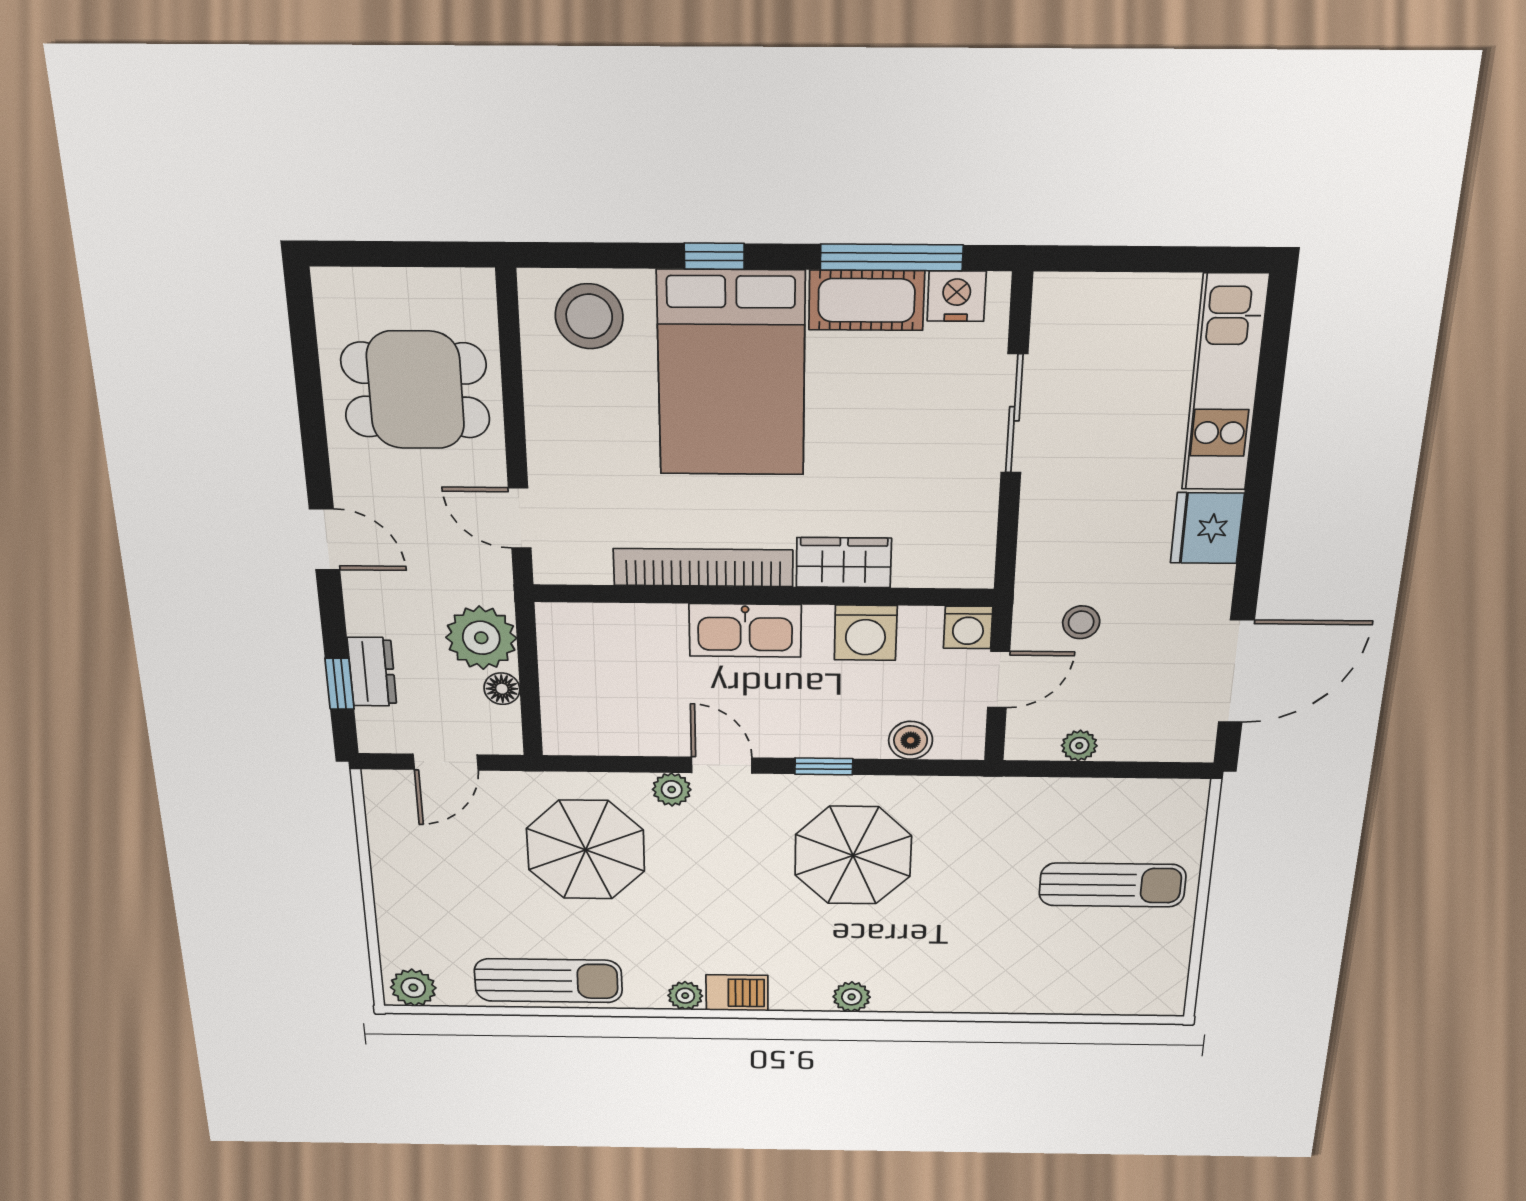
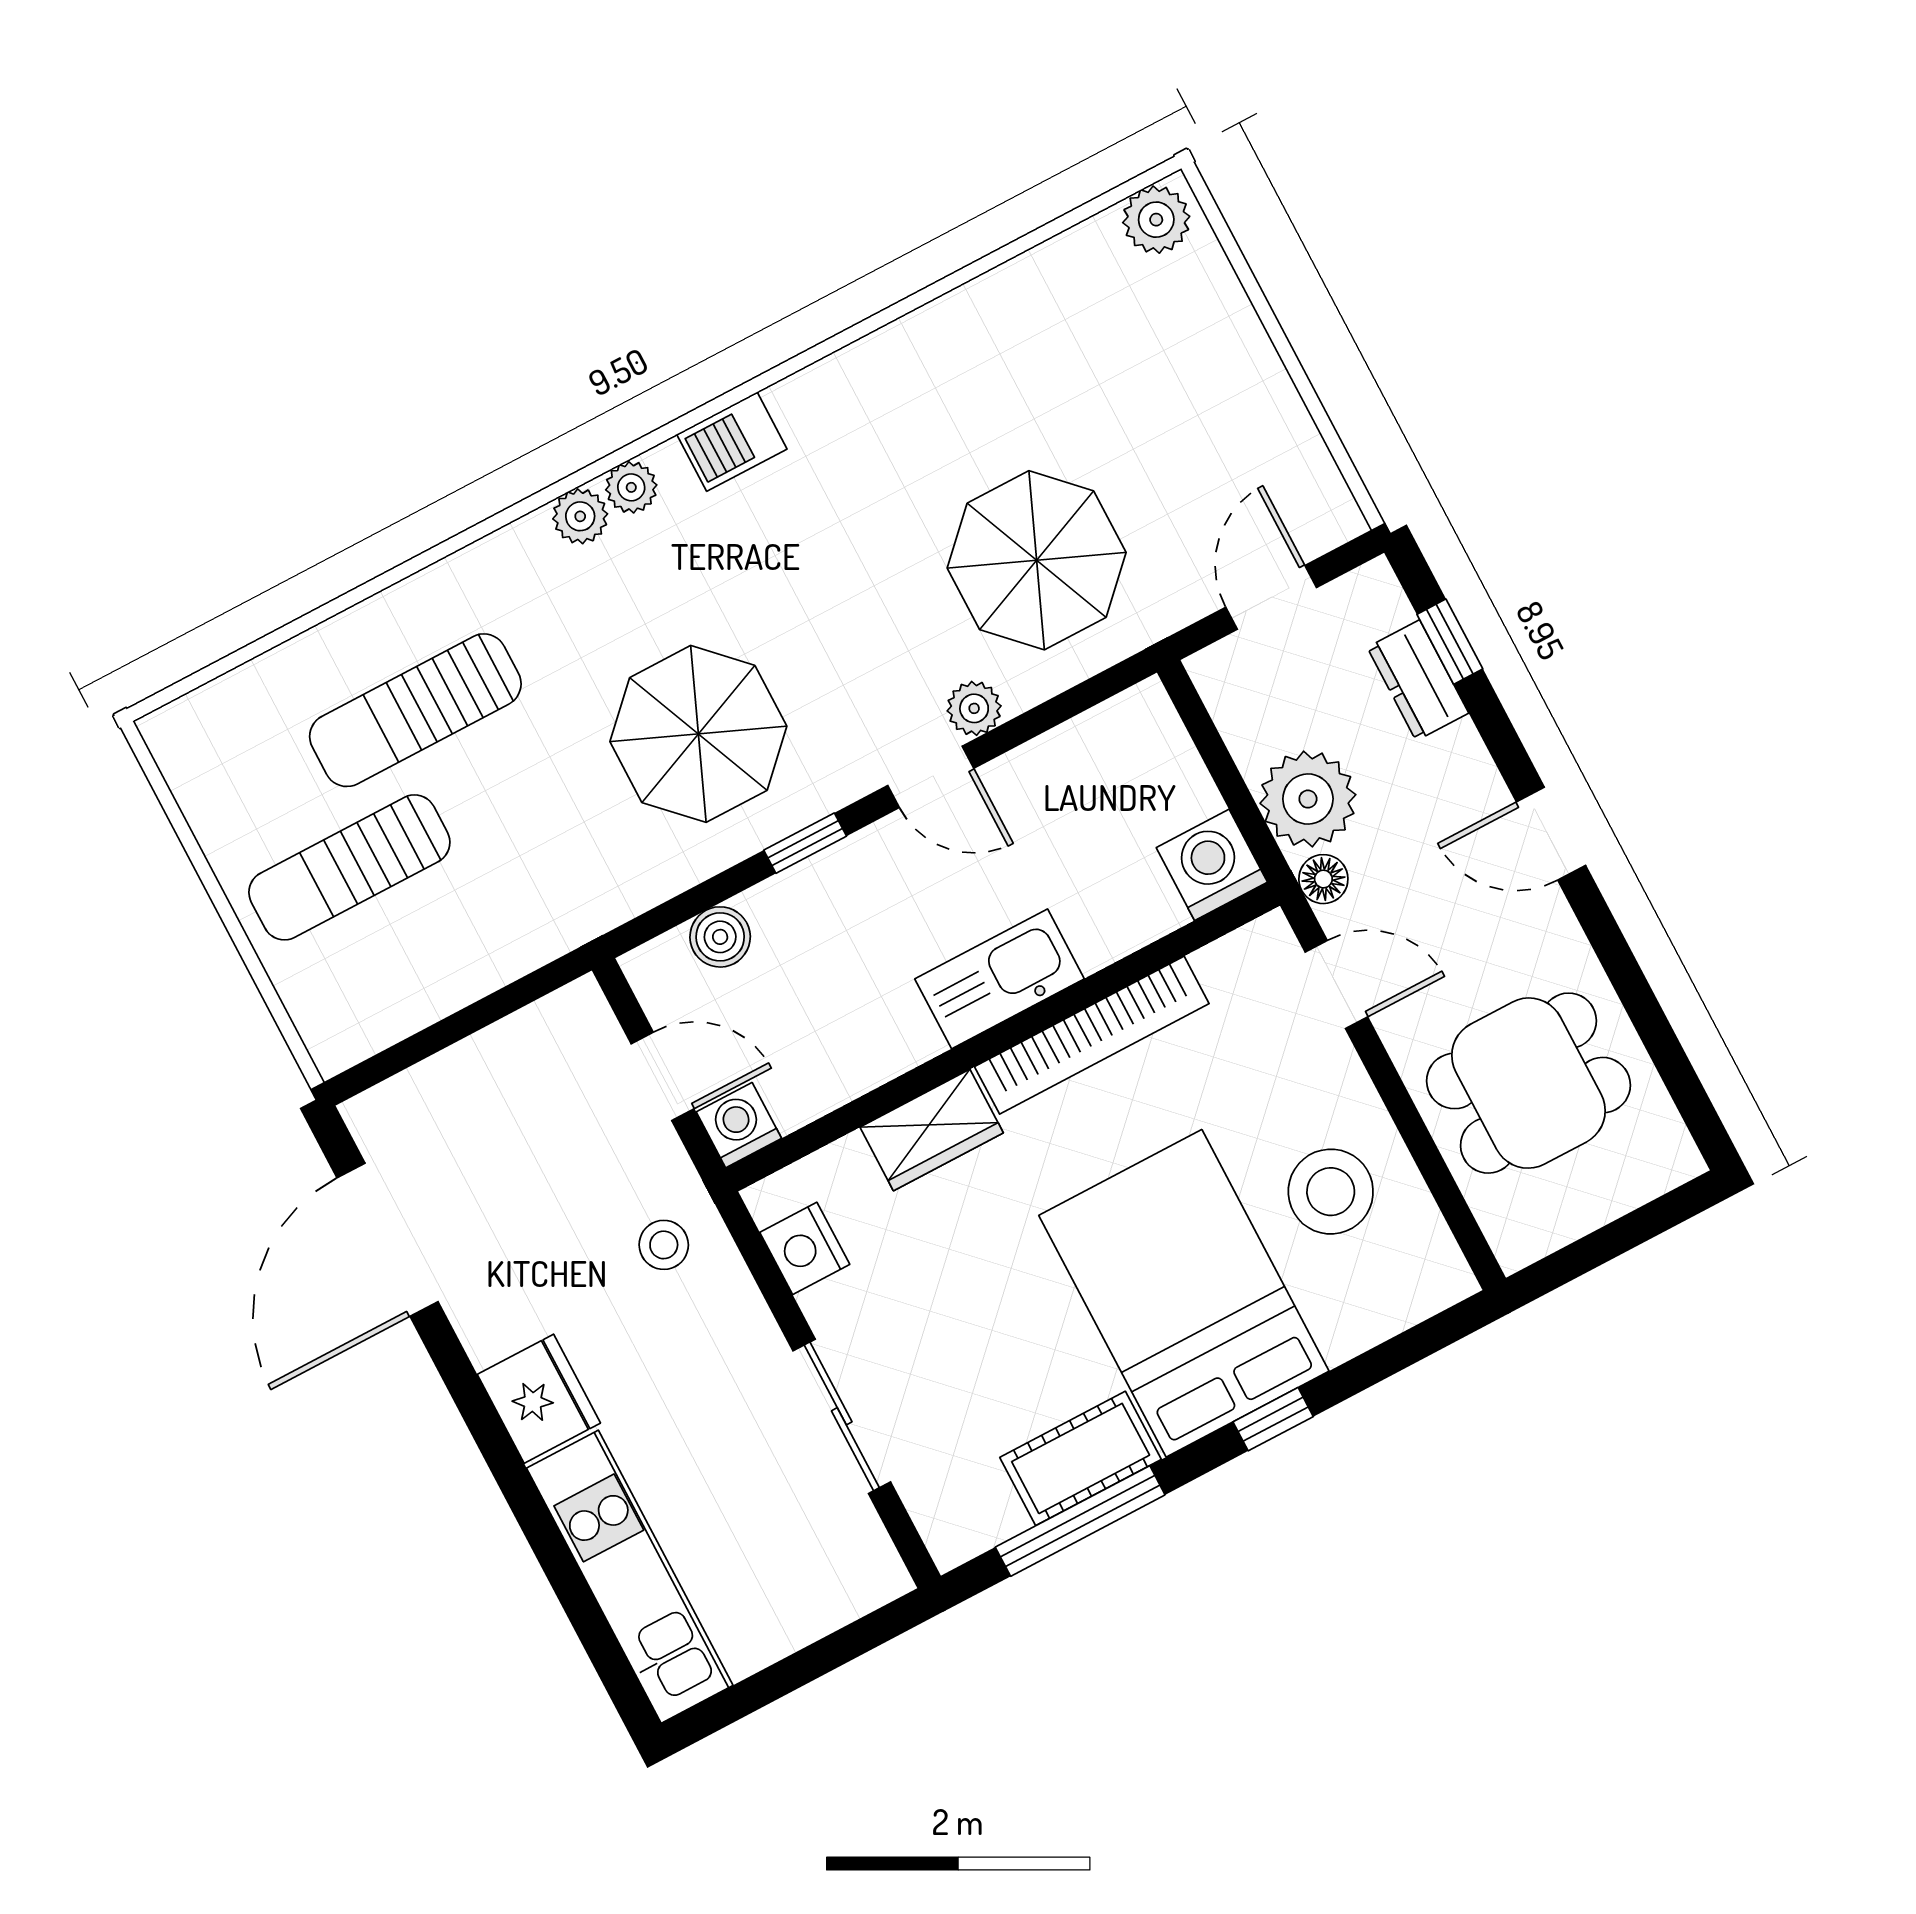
nightstand: (957, 296) -> (805, 1248), moved, turned 90
stool: (589, 316) -> (1331, 1192), moved
stool: (1081, 622) -> (664, 1245), moved
washing machine: (866, 633) -> (1212, 865), moved
door: (999, 680) -> (663, 1076), swing flipped
floor lamp: (502, 689) -> (1323, 879), moved
plant: (1079, 746) -> (512, 1040), removed
sun lounger: (548, 981) -> (415, 710), moved
plant: (685, 996) -> (631, 487), moved

